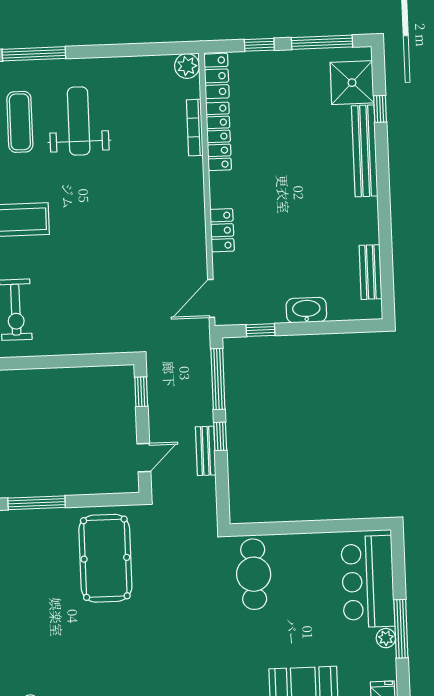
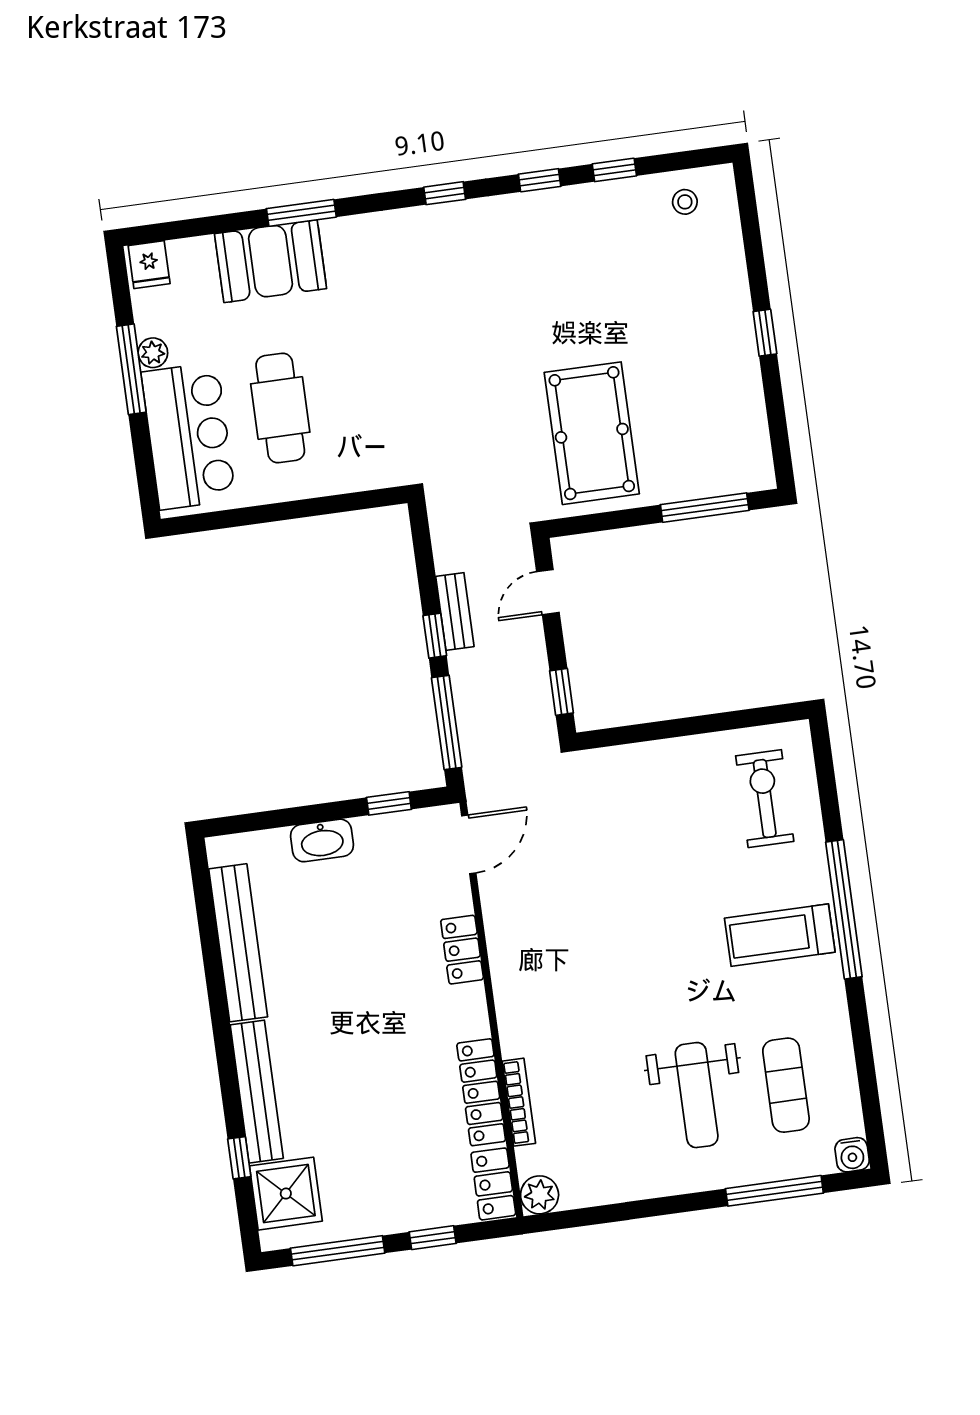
bench: (370, 272) -> (238, 943), width x1.86, depth x1.21
cafe table: (254, 574) -> (280, 408), moved

